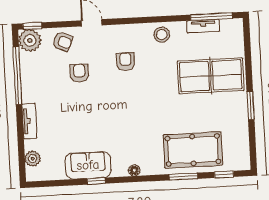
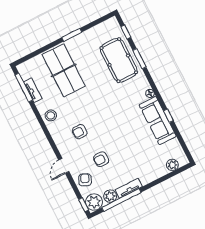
plant: (28, 64) -> (110, 196), added
tv unit: (29, 121) -> (129, 188), moved
sofa: (88, 165) -> (158, 121), width x1.36

